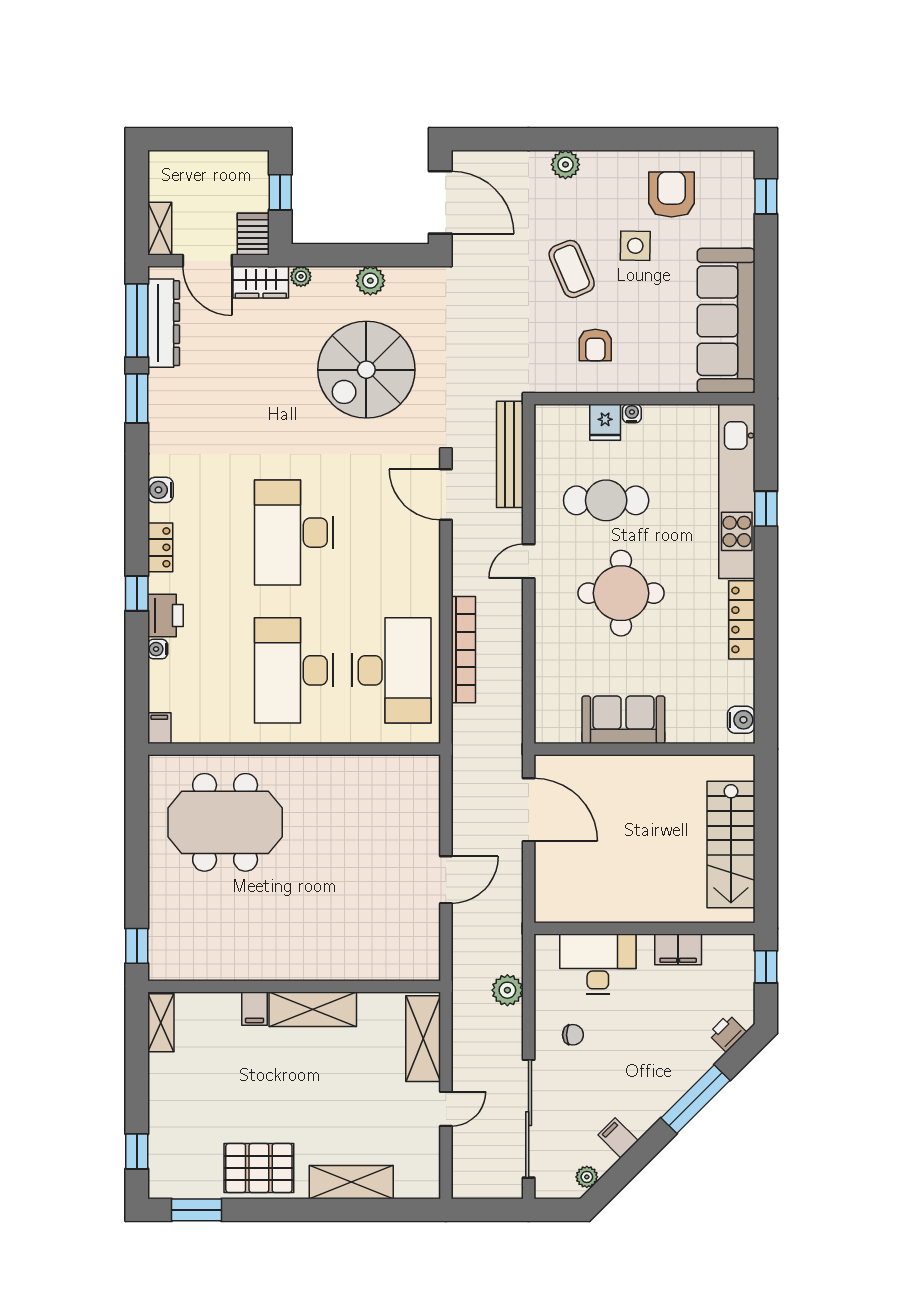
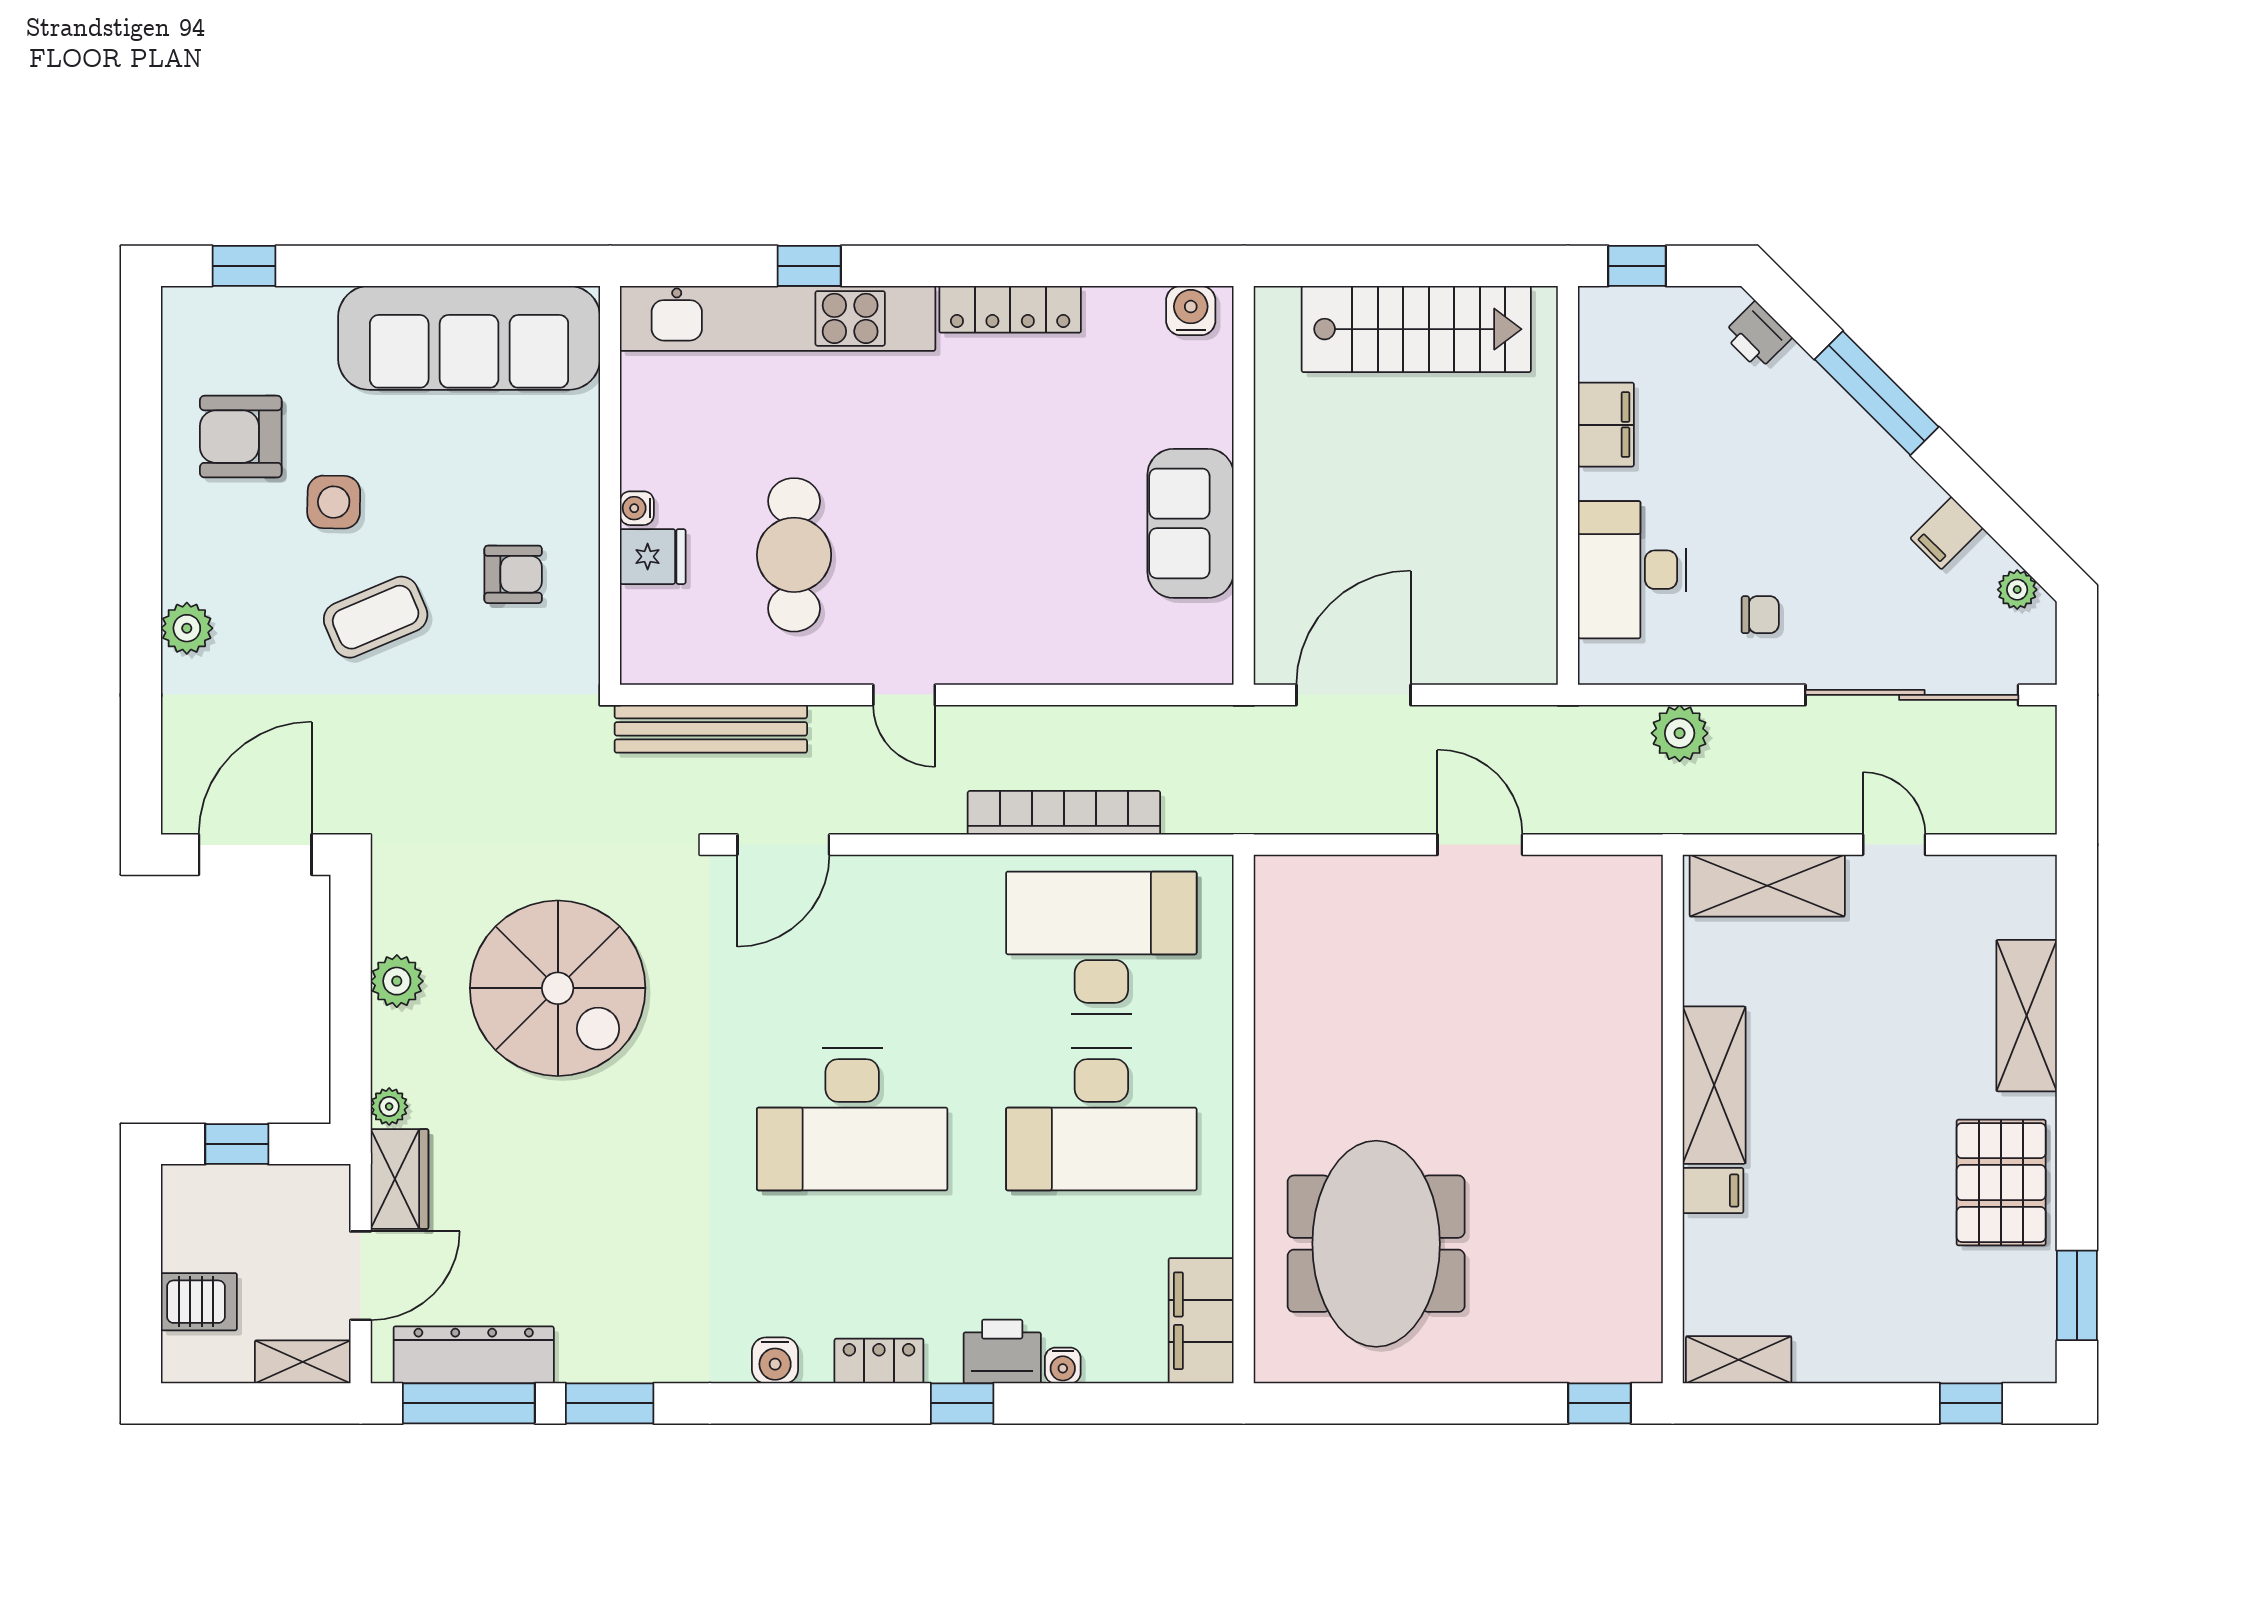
server rack: (253, 234) -> (199, 1302), moved, turned 180
round table: (621, 593) -> (962, 528), removed
filing cabinet: (159, 728) -> (1201, 1321), width x3.00, depth x1.17
chair: (573, 1035) -> (1760, 615), turned 90

